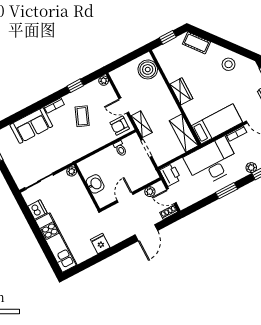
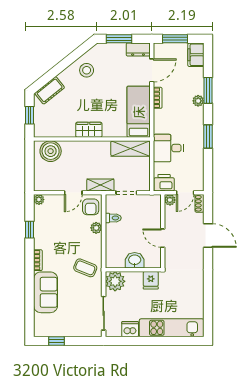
coffee table: (82, 116) -> (85, 268), moved
plant: (105, 139) -> (96, 228), added
desk: (212, 162) -> (168, 148), width x0.53, depth x0.77
plant: (72, 171) -> (115, 281), width x1.87, depth x1.87
plant: (150, 192) -> (170, 200), moved
fridge: (100, 244) -> (151, 280), moved, turned -90

